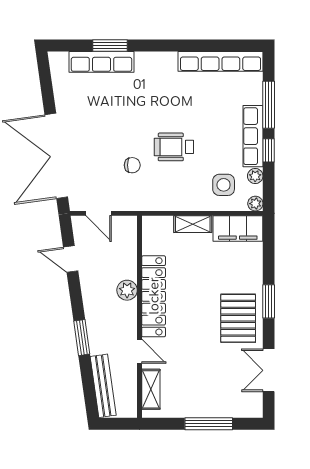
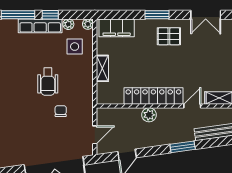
filing cabinet: (238, 229) -> (117, 28), moved, turned 90
pallet: (238, 318) -> (169, 36), width x0.67, depth x0.71

